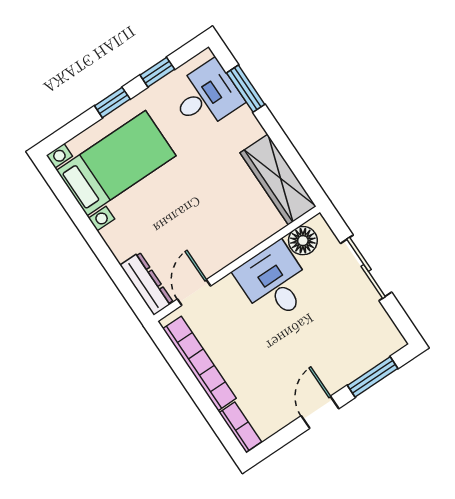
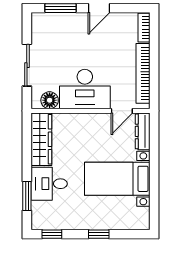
window: (157, 72) -> (52, 234), moved
desk: (206, 96) -> (49, 184), moved
bed with nightstands: (116, 163) -> (117, 179), moved
desk: (274, 282) -> (85, 89), width x1.37

